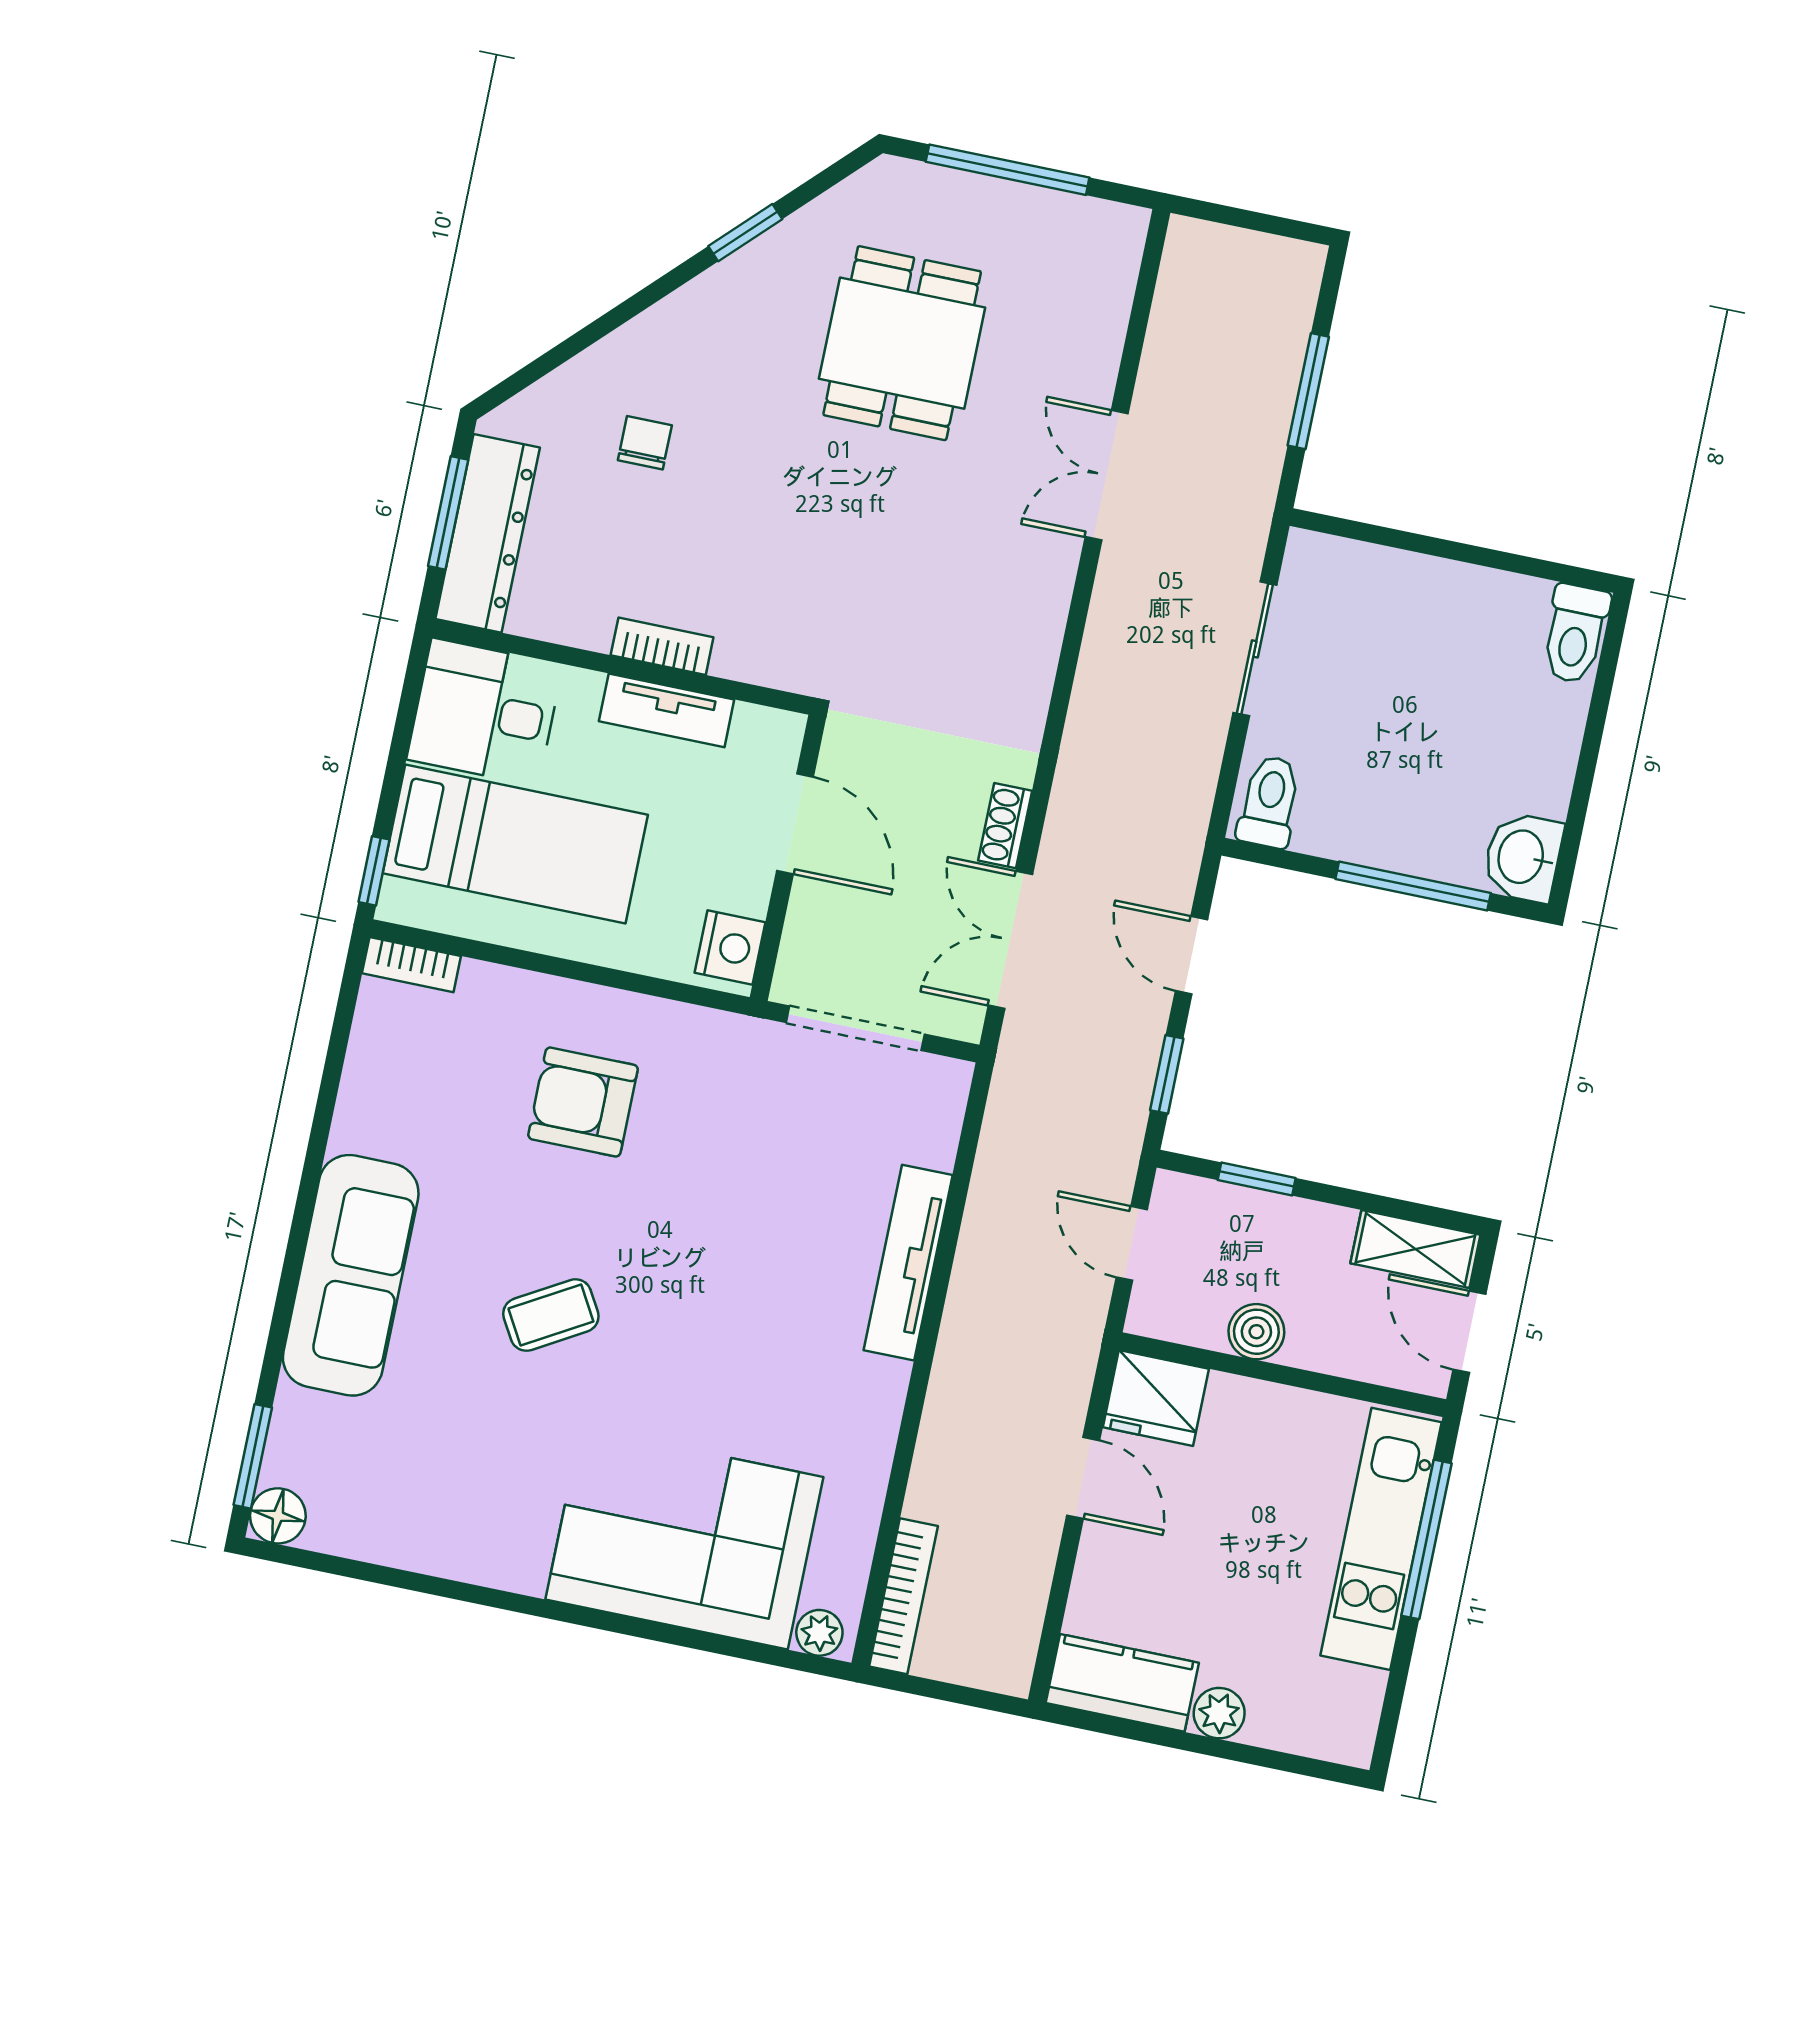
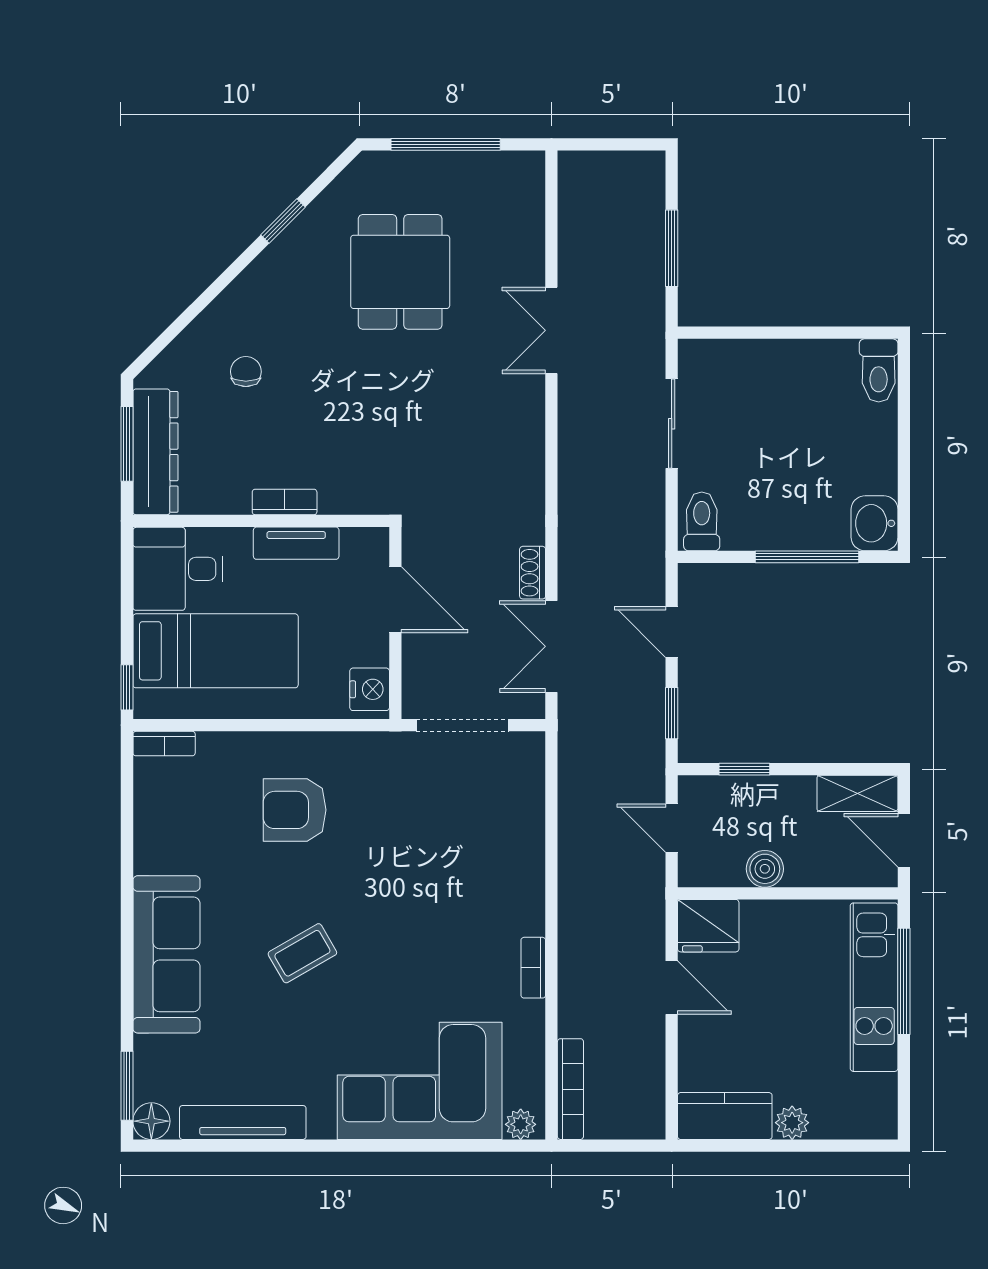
tv unit: (908, 1263) -> (243, 1122), moved, turned 90
bookcase: (886, 1407) -> (533, 968), added

